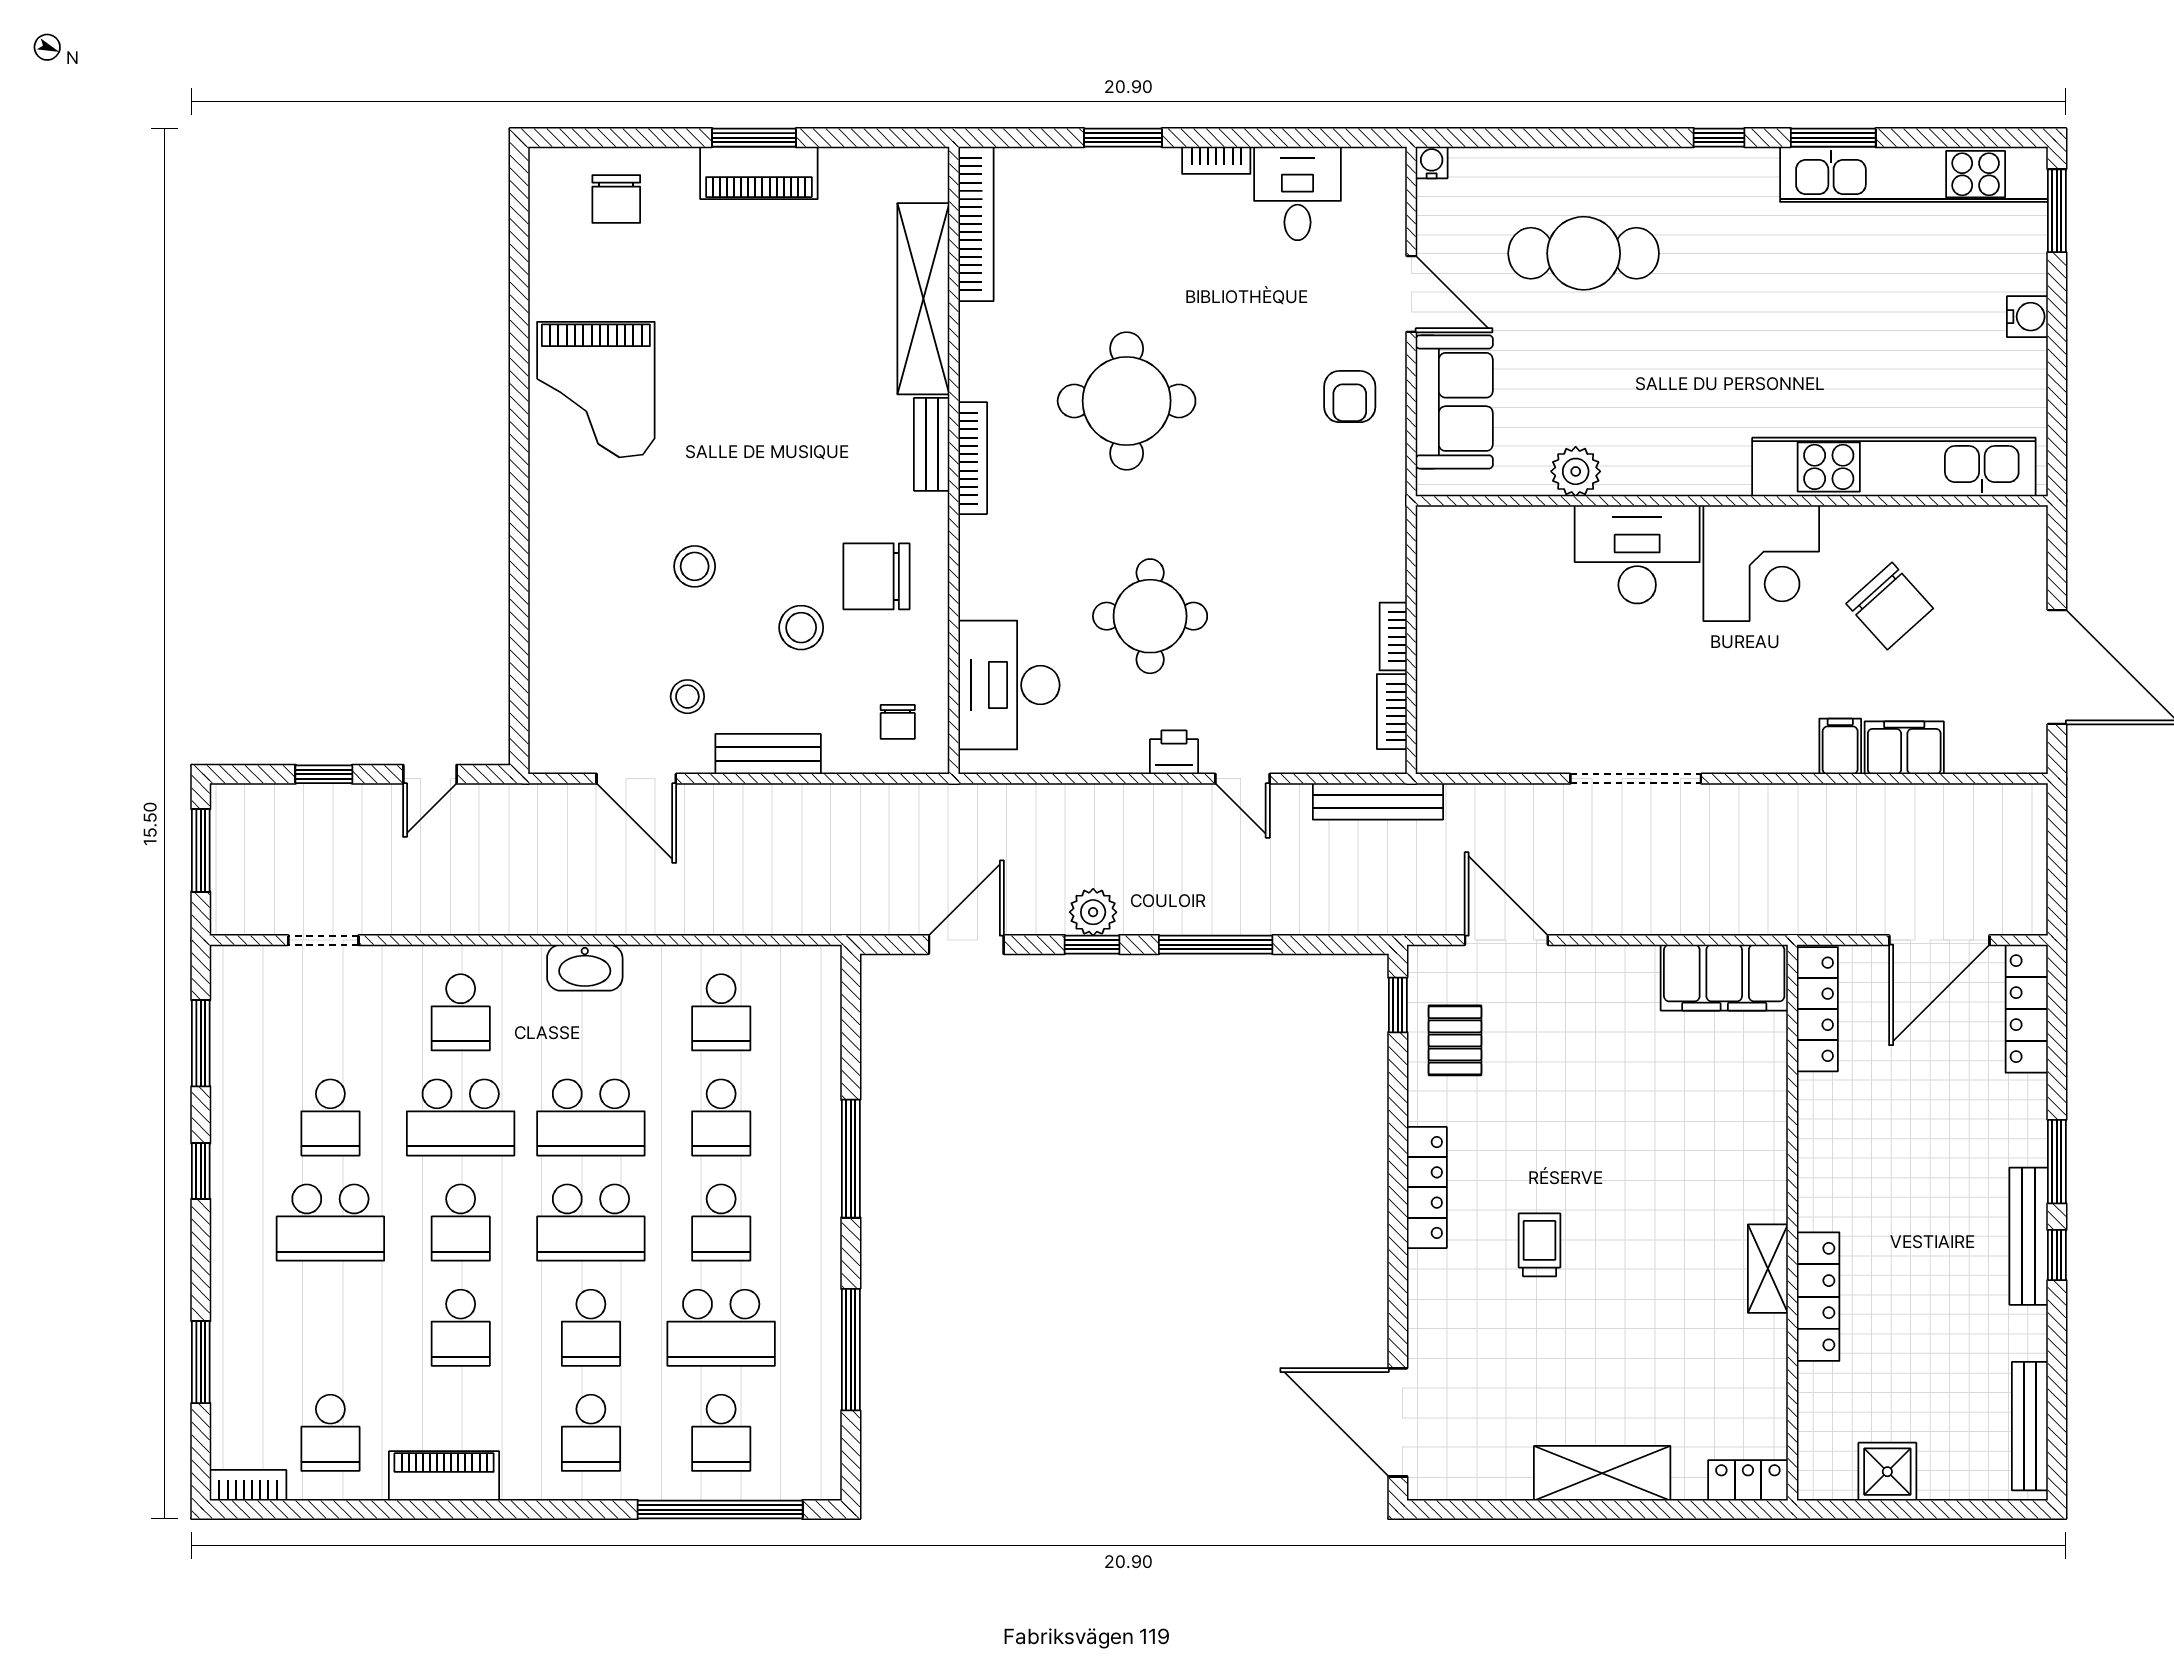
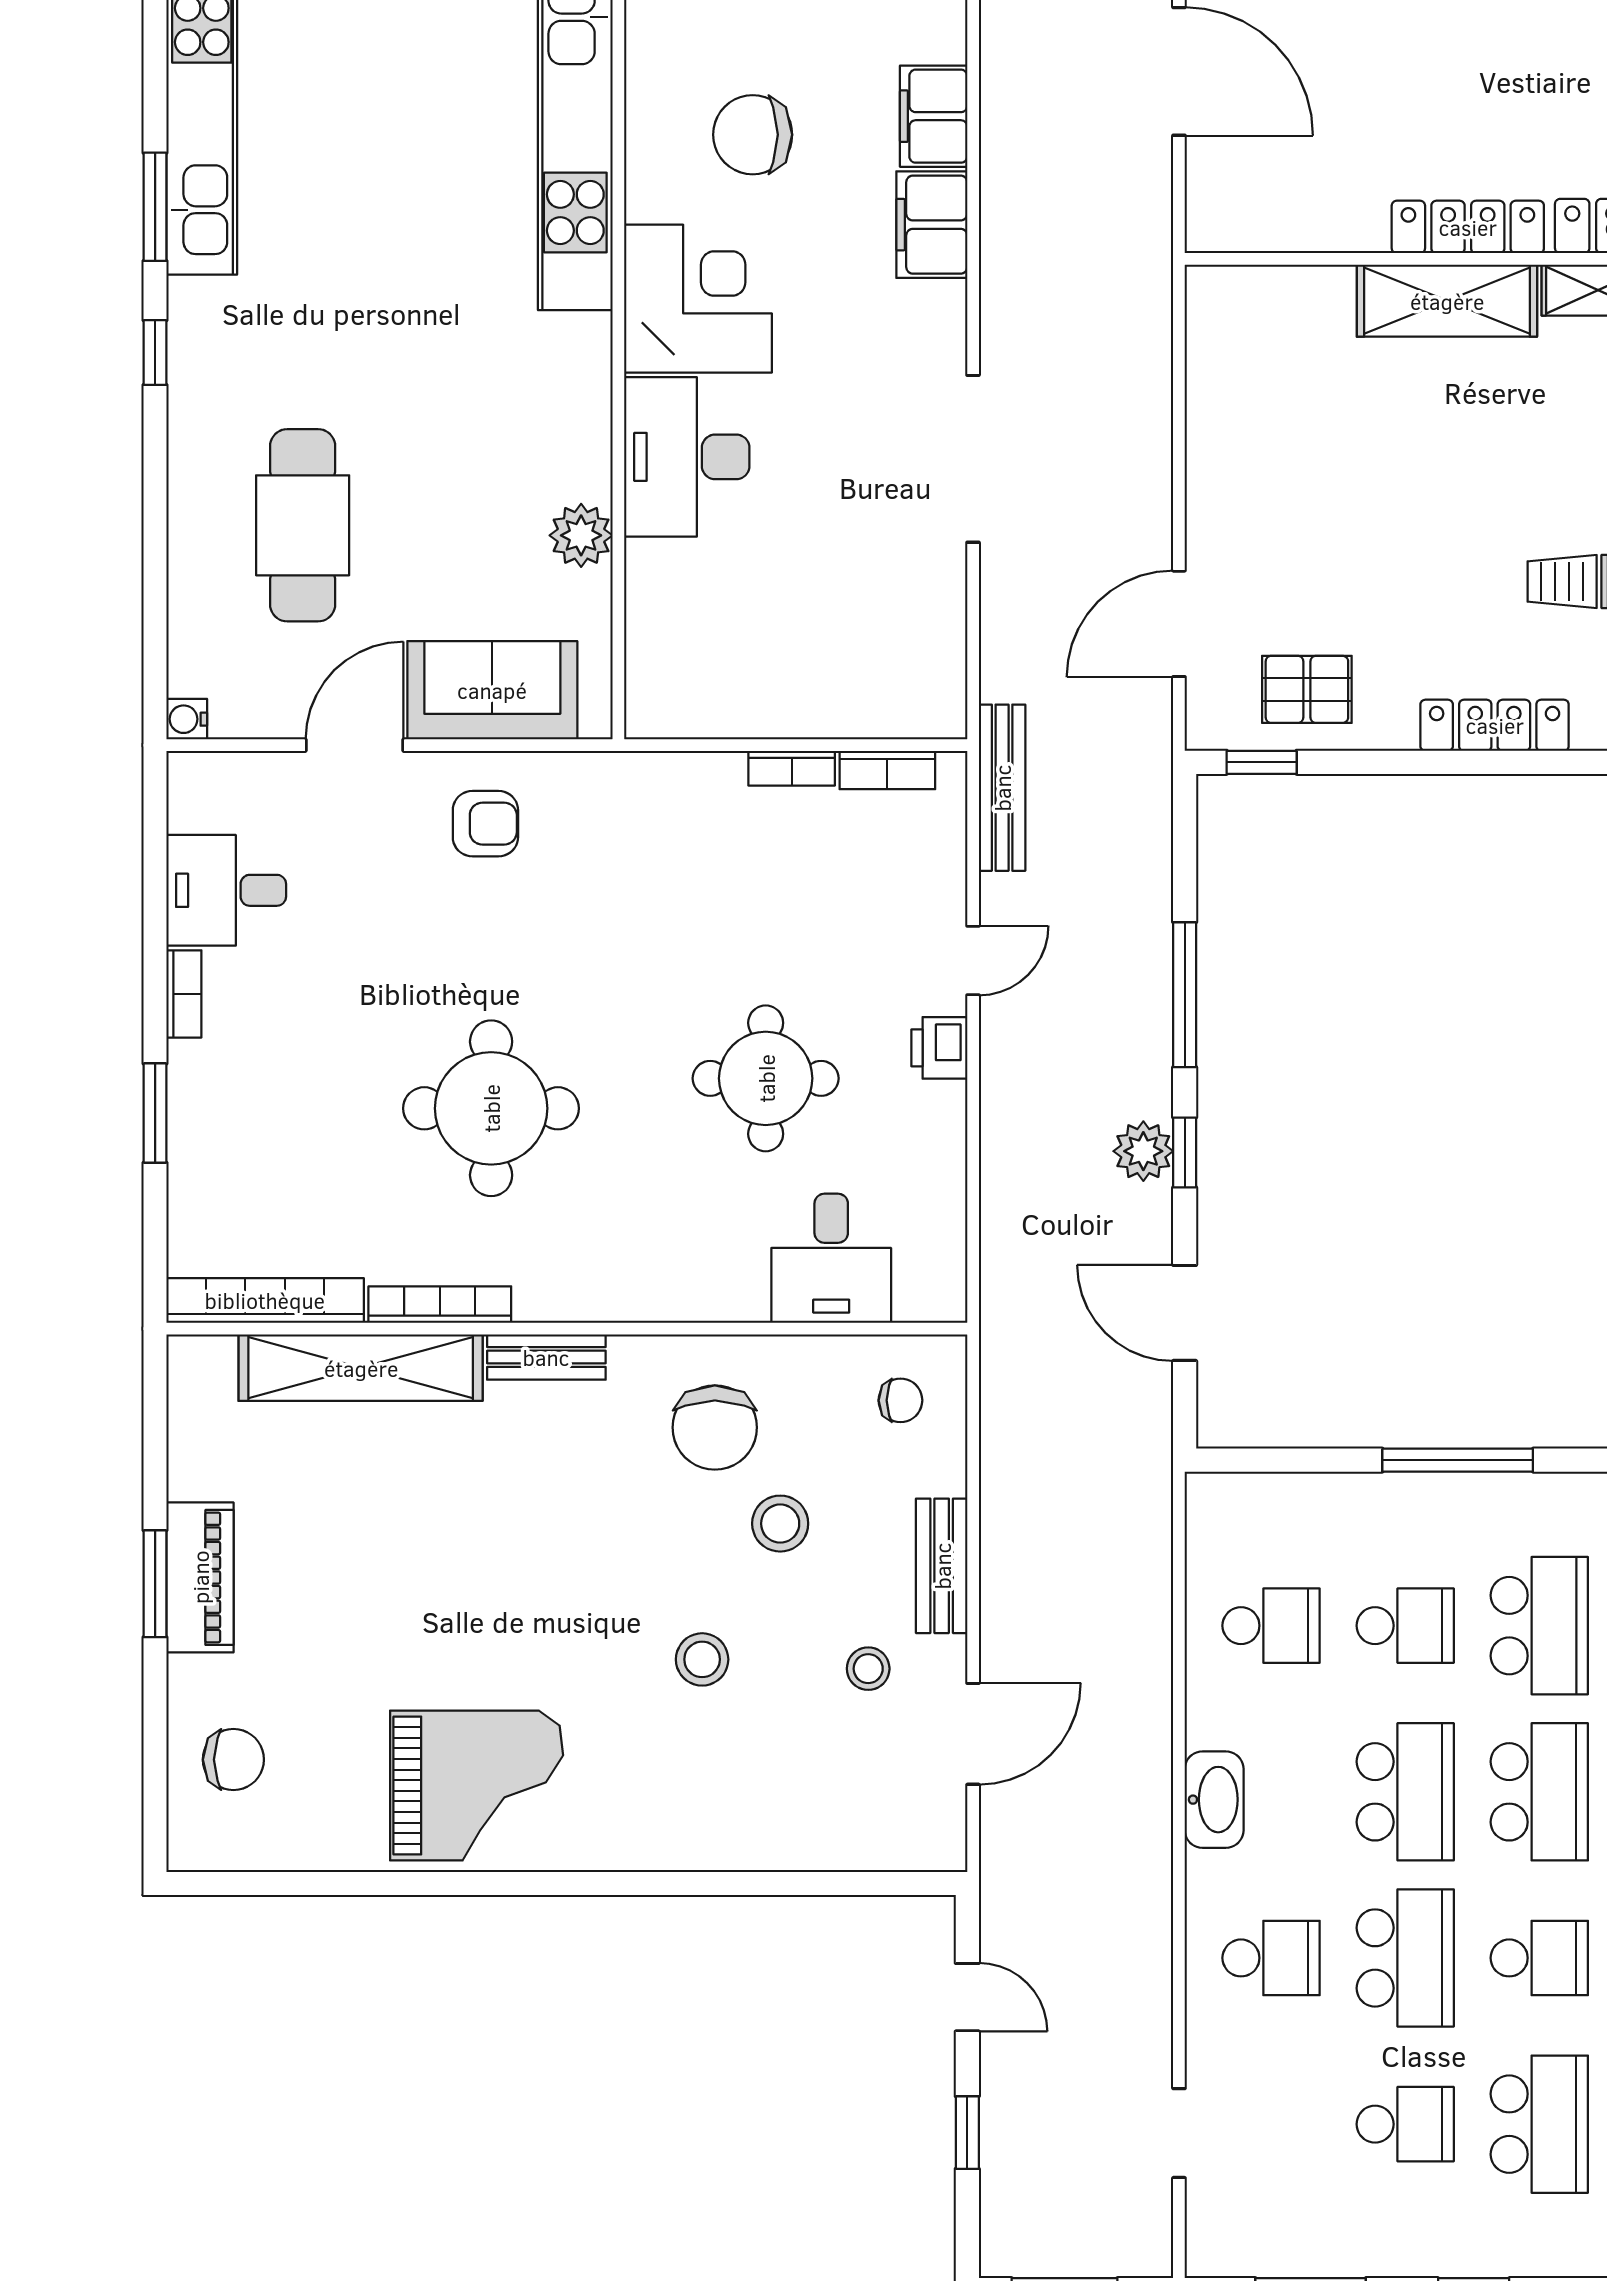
bookcase: (973, 458) -> (440, 1305), moved
chair: (1890, 606) -> (753, 135), turned -138
desk: (1009, 685) -> (831, 1258), width x0.73
filing cabinet: (1840, 746) -> (932, 225), width x2.00
filing cabinet: (1724, 978) -> (1227, 346), removed
locker: (1817, 1009) -> (1468, 227), moved
shelving: (1760, 1150) -> (1447, 301), added
school desk: (721, 1223) -> (1539, 1626), width x1.85

